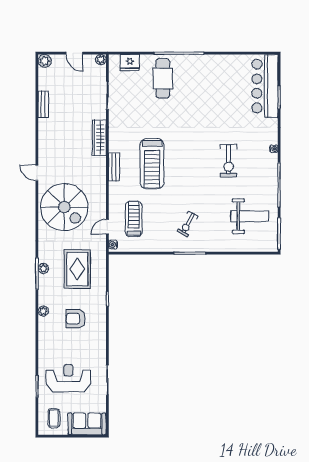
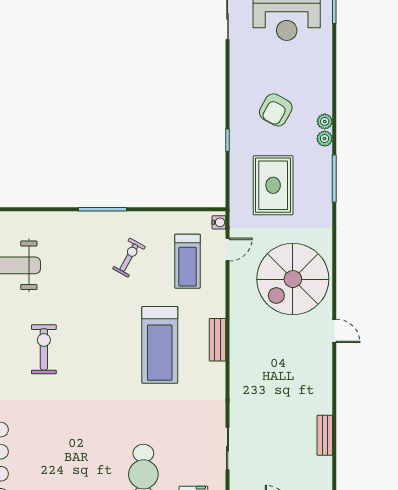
wardrobe: (99, 138) -> (240, 384), removed
treadmill: (152, 164) -> (160, 345), turned 180
spiral stairs: (64, 207) -> (293, 279), turned -90
exercise bike: (188, 224) -> (129, 258), moved
plant: (43, 268) -> (325, 139), moved
armchair: (76, 319) -> (276, 110), turned 119

